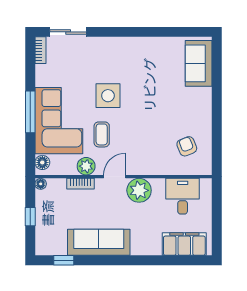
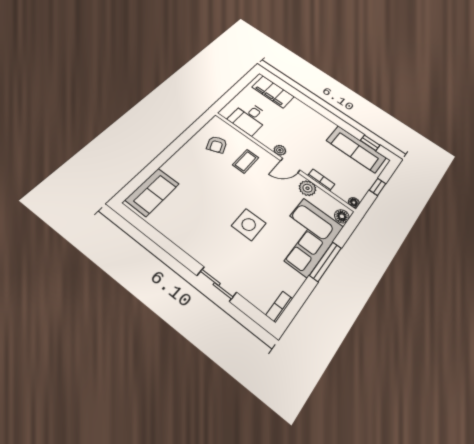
sliding door: (68, 32) -> (217, 284), moved
coffee table: (102, 134) -> (246, 161), moved
plant: (139, 190) -> (280, 150), width x0.53, depth x0.53
sofa: (99, 242) -> (356, 149), moved

